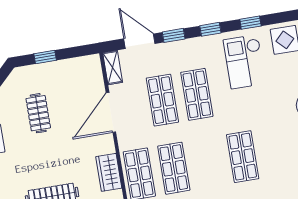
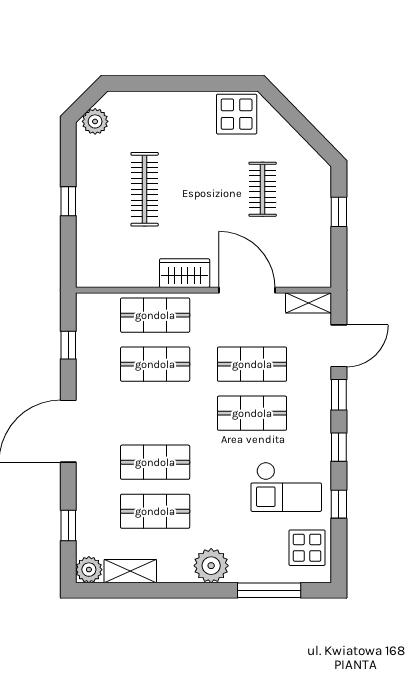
checkout: (245, 62) -> (286, 487), turned 180
clothes rail: (38, 113) -> (263, 189), turned 90
shop shelf: (277, 151) -> (155, 511), added
wardrobe: (109, 172) -> (185, 273), moved

